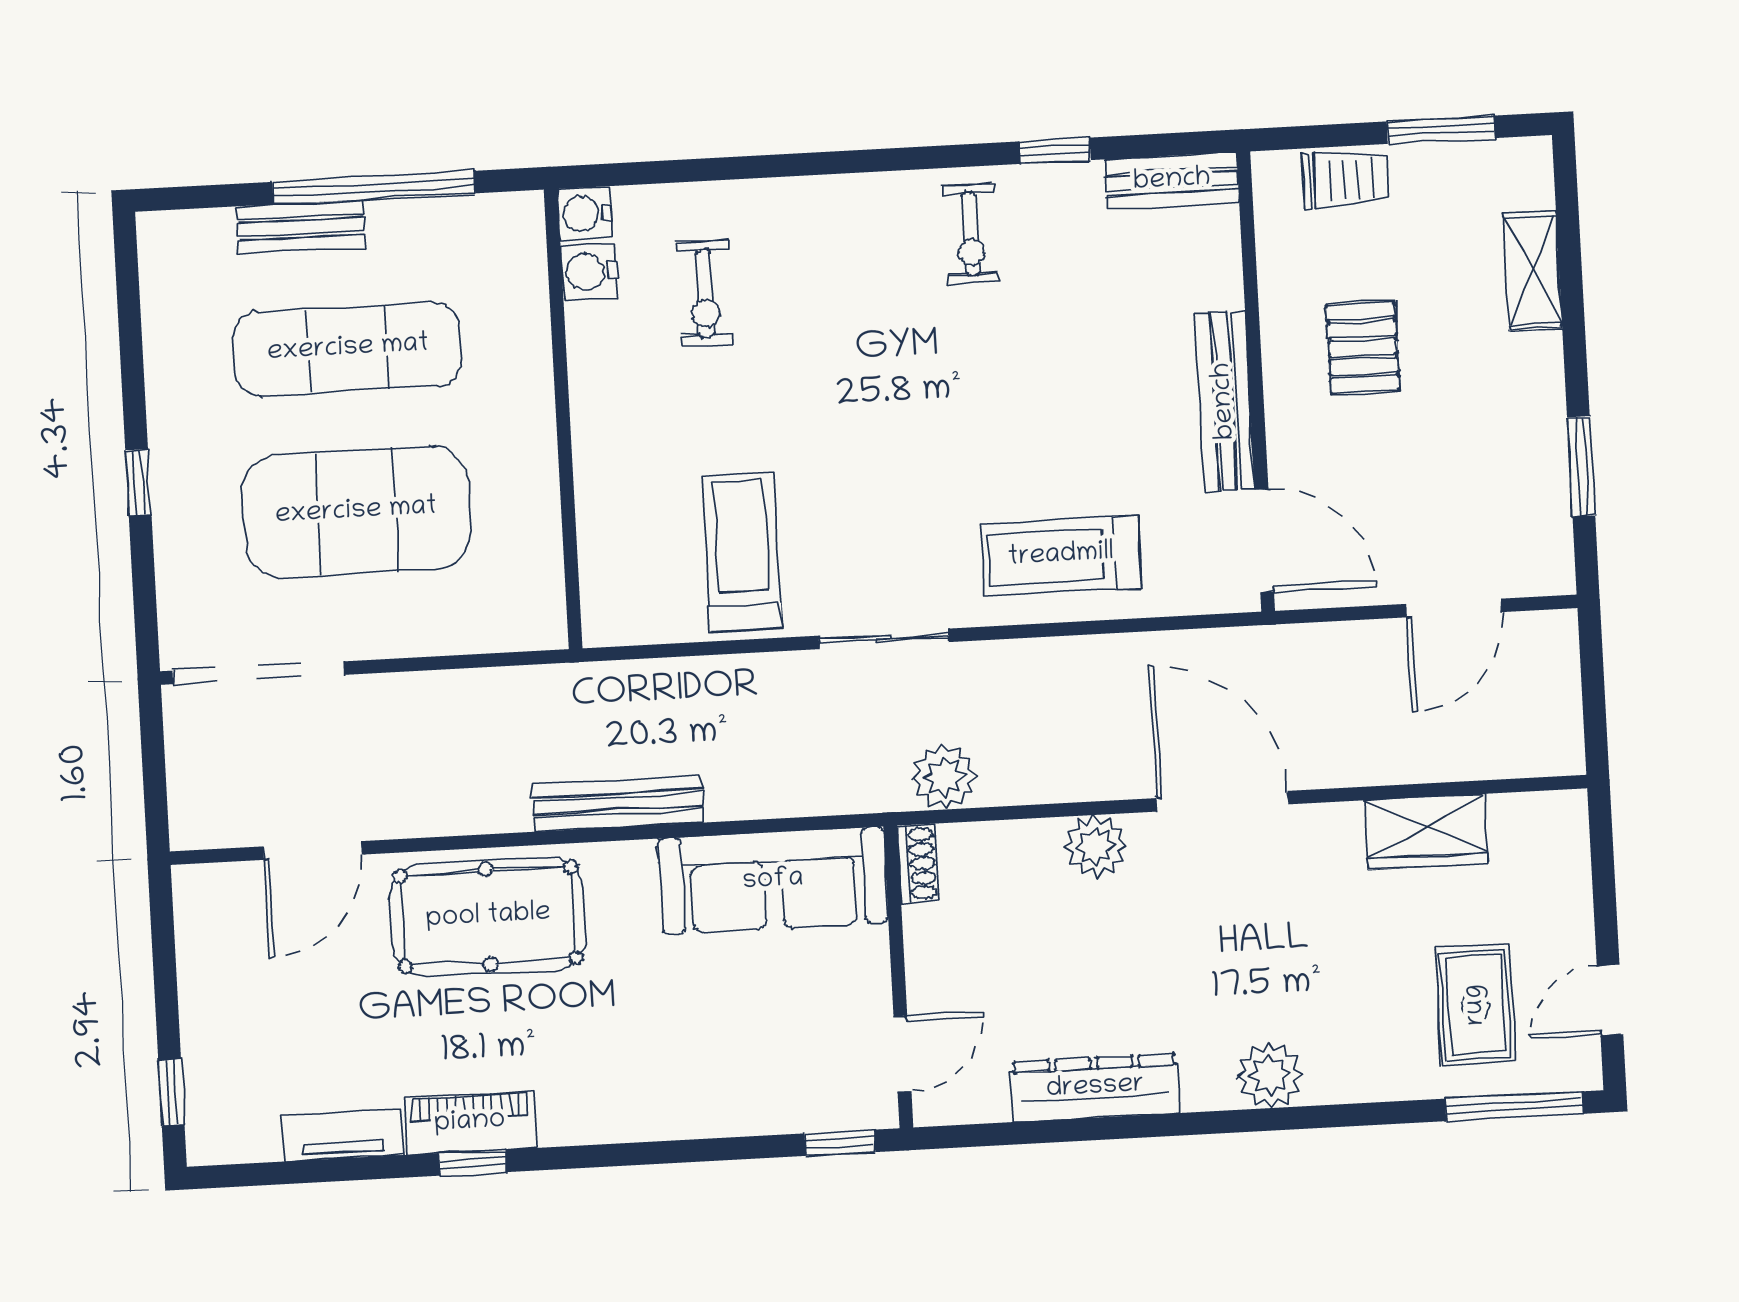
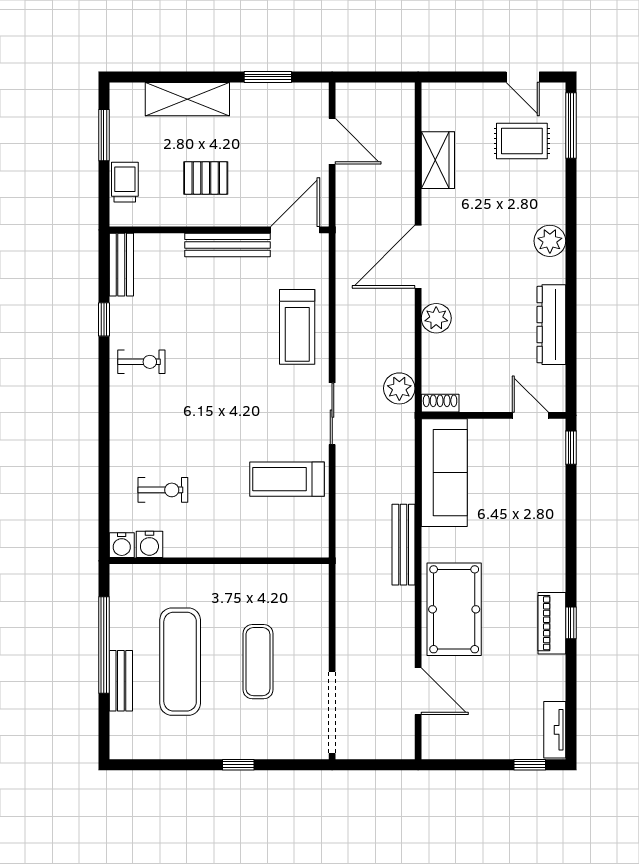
shelving: (1533, 271) -> (187, 99), width x1.50, depth x1.33
exercise mat: (356, 512) -> (258, 662), width x0.50, depth x0.69
tv unit: (342, 1136) -> (555, 730), moved

